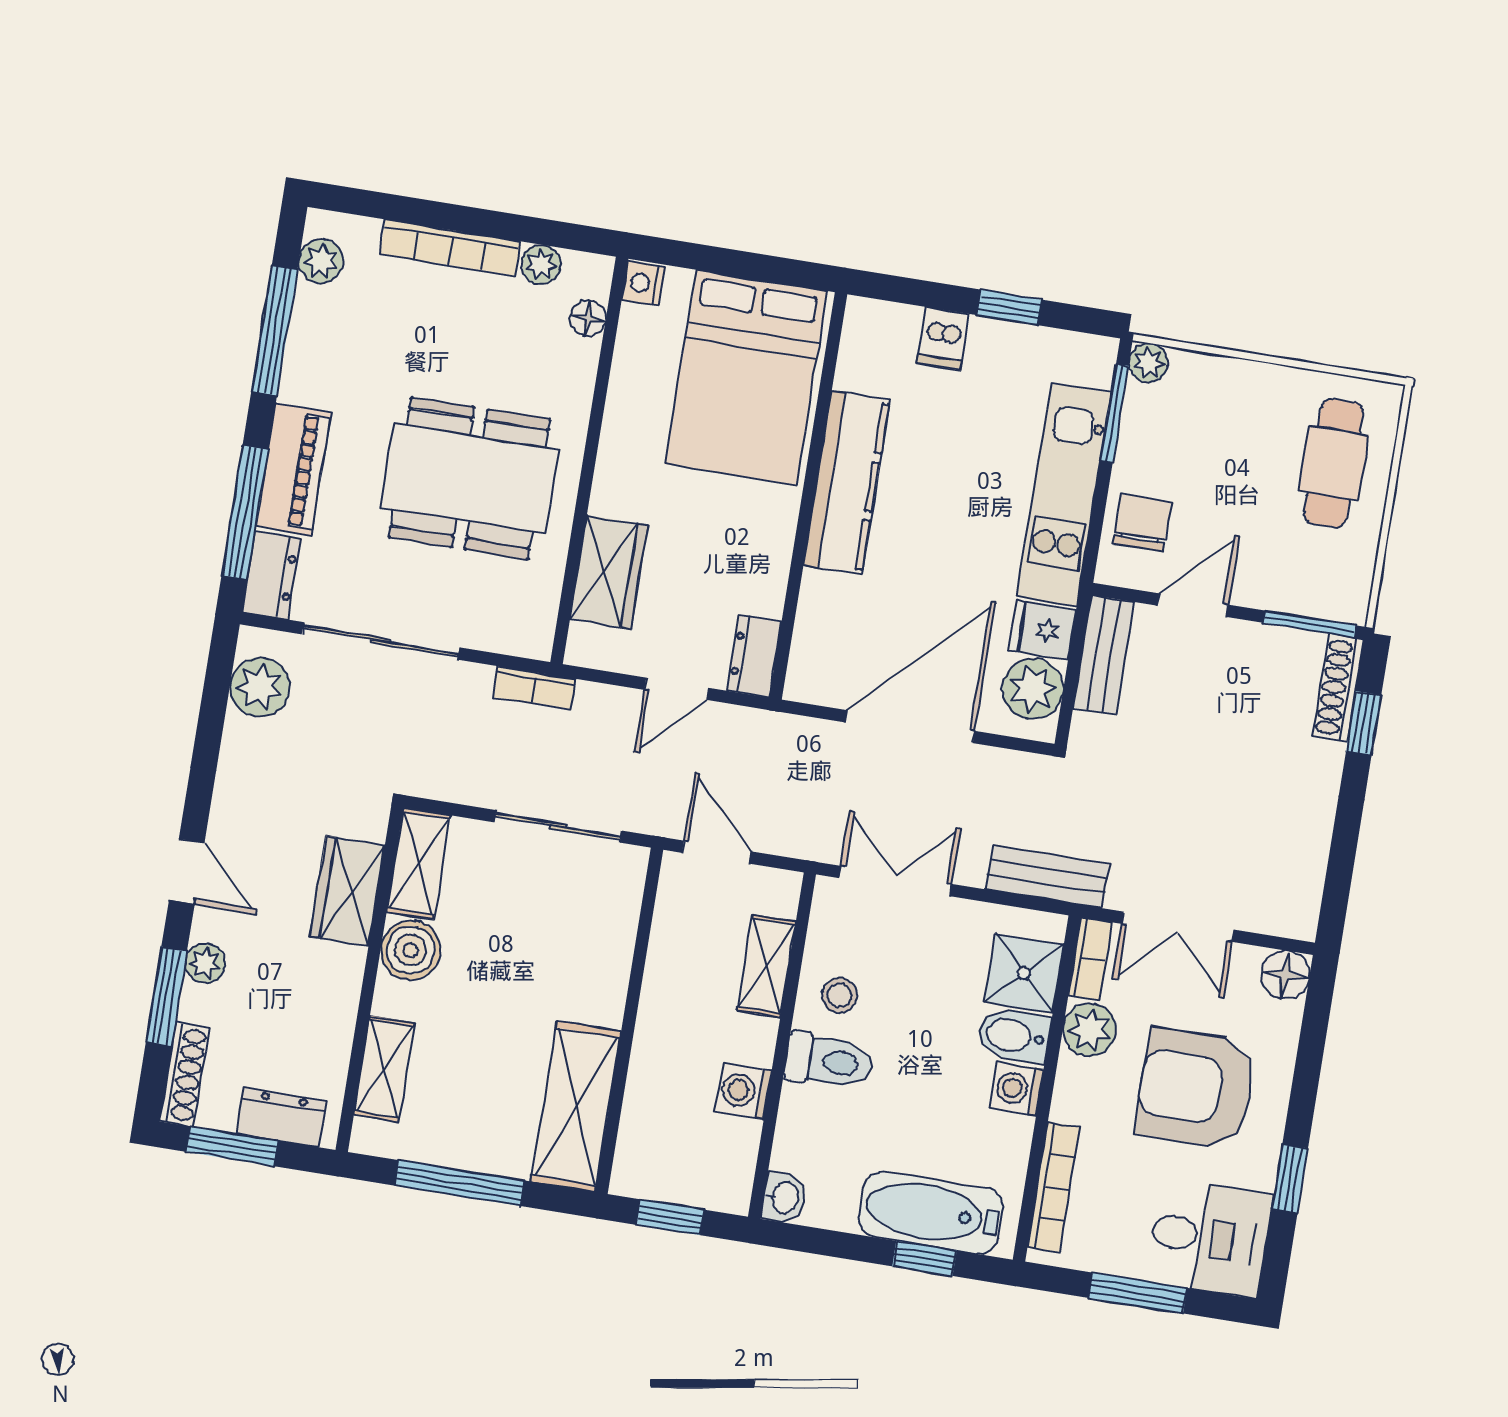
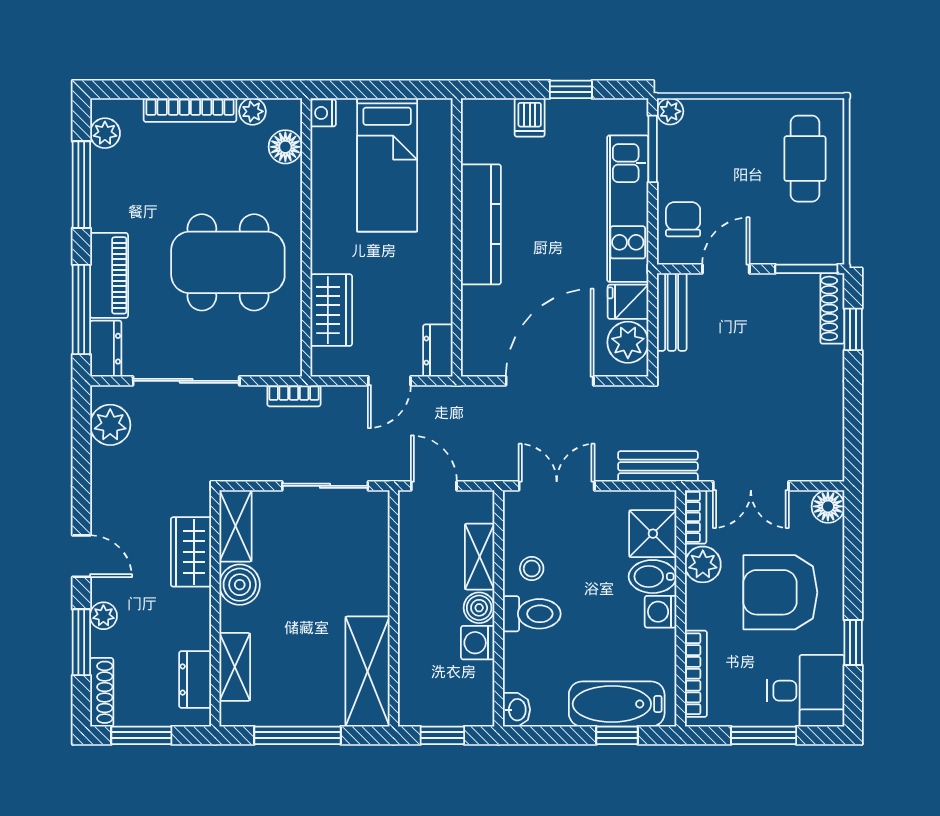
floor lamp: (588, 318) -> (285, 147), width x1.37, depth x1.37
bed: (746, 378) -> (387, 165), width x0.67
boiler: (754, 1040) -> (479, 608), added
dresser: (281, 1117) -> (195, 679), moved, turned -90

